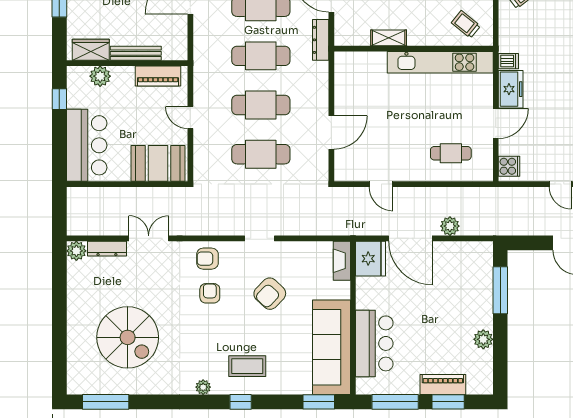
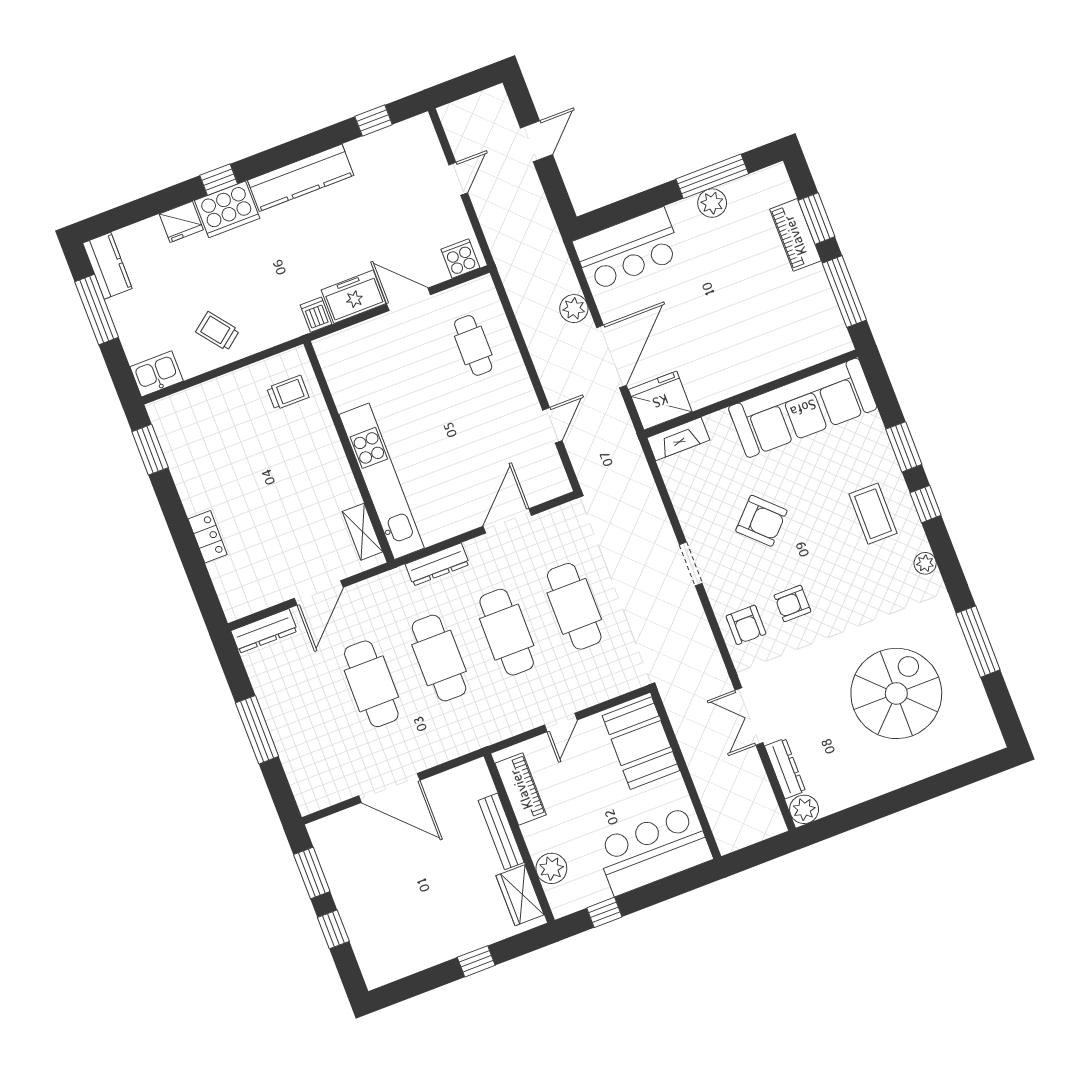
trolley: (466, 24) -> (288, 393), turned -129
shelving: (389, 38) -> (363, 532), moved
dresser: (321, 40) -> (437, 564), moved
kitchen unit: (440, 62) -> (382, 481), moved
door: (331, 132) -> (507, 521), hinge flipped
window: (500, 290) -> (712, 176), moved
bar counter: (374, 343) -> (628, 249), moved, turned 180
window: (106, 402) -> (978, 642), moved
window: (319, 402) -> (904, 447), moved

